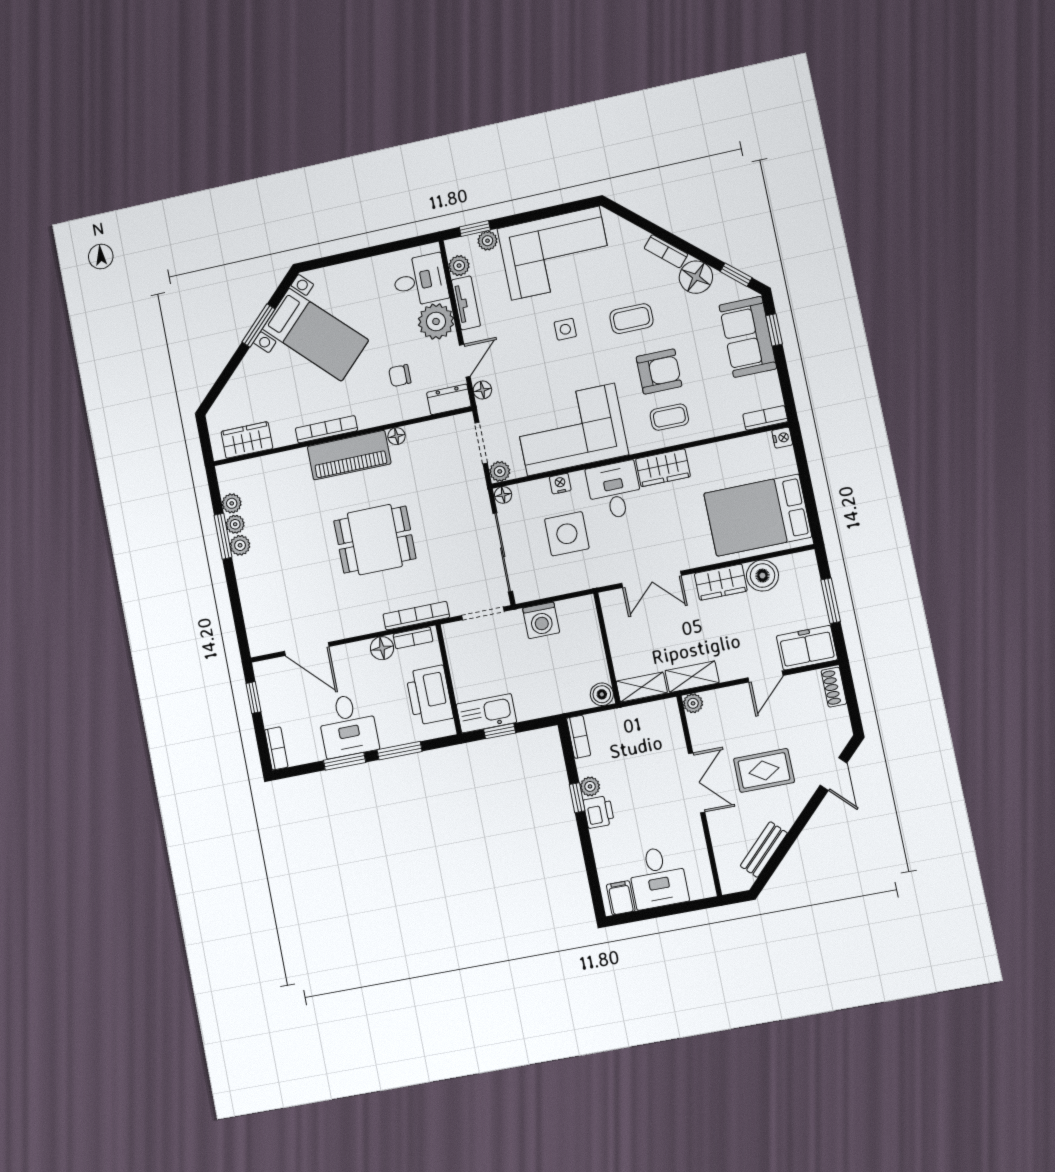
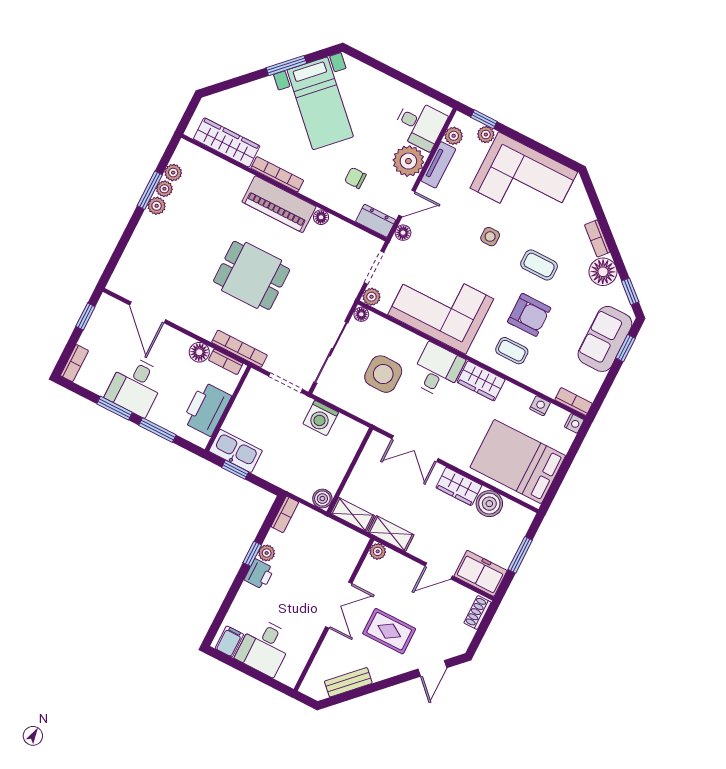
wardrobe: (247, 440) -> (227, 142), width x1.50
nightstand: (560, 484) -> (540, 406), moved

